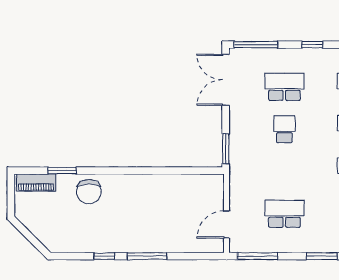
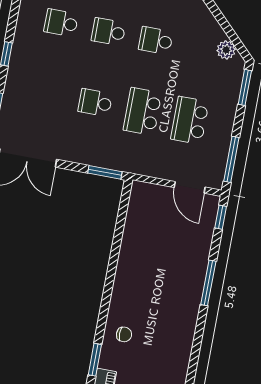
school desk: (284, 87) -> (142, 111), moved
chair: (89, 192) -> (124, 334), width x0.54, depth x0.54
window: (104, 256) -> (221, 217), moved

